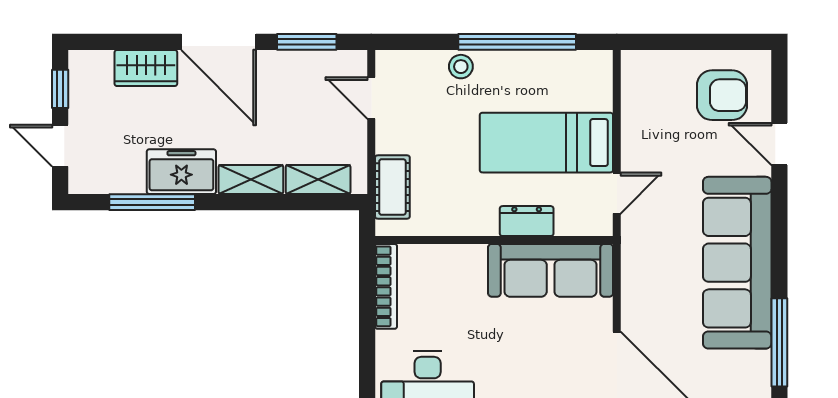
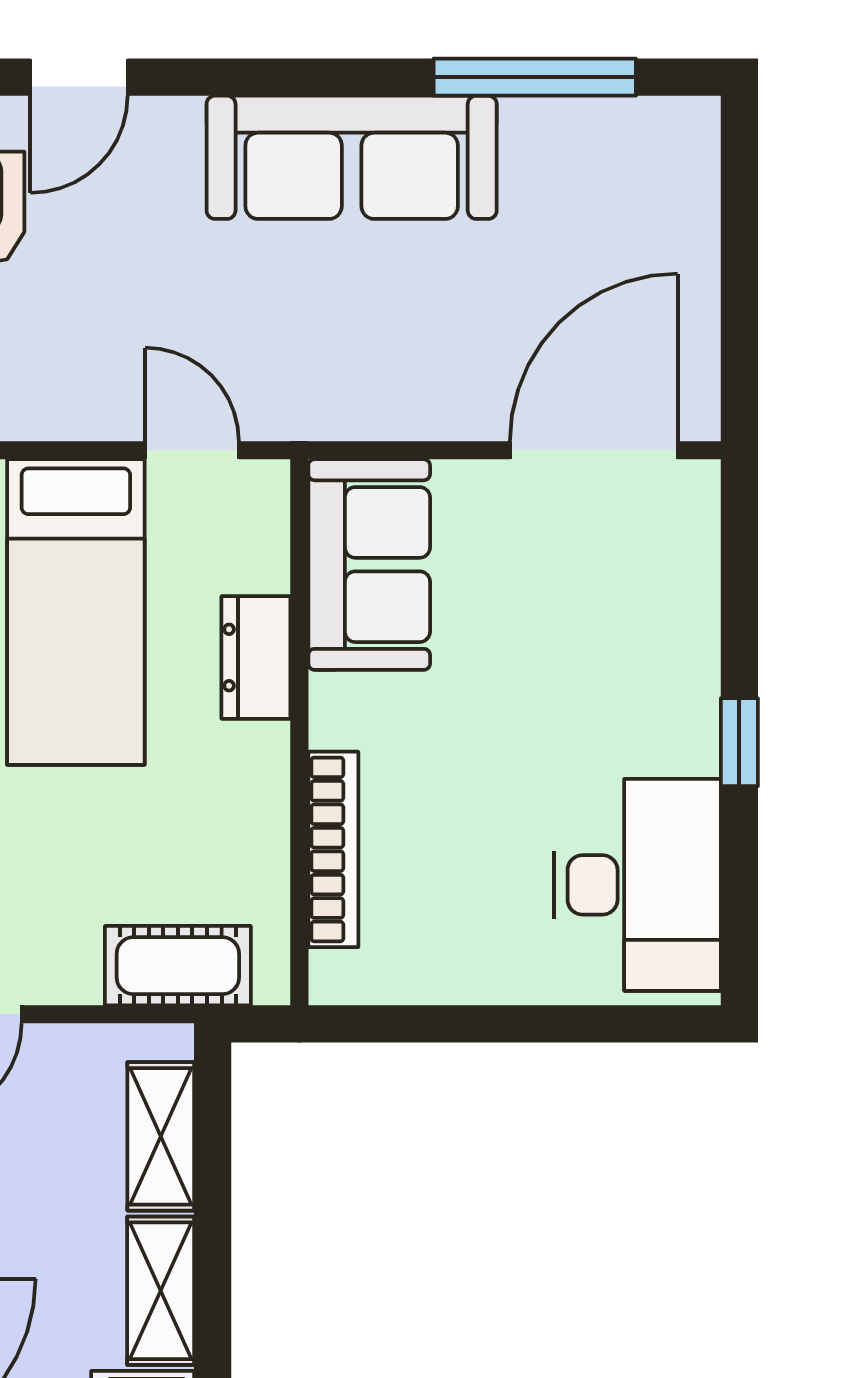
sofa: (737, 263) -> (352, 157), width x0.74, depth x0.79
sofa: (551, 270) -> (369, 565), width x0.73
bookcase: (386, 286) -> (333, 849), moved, turned 90

